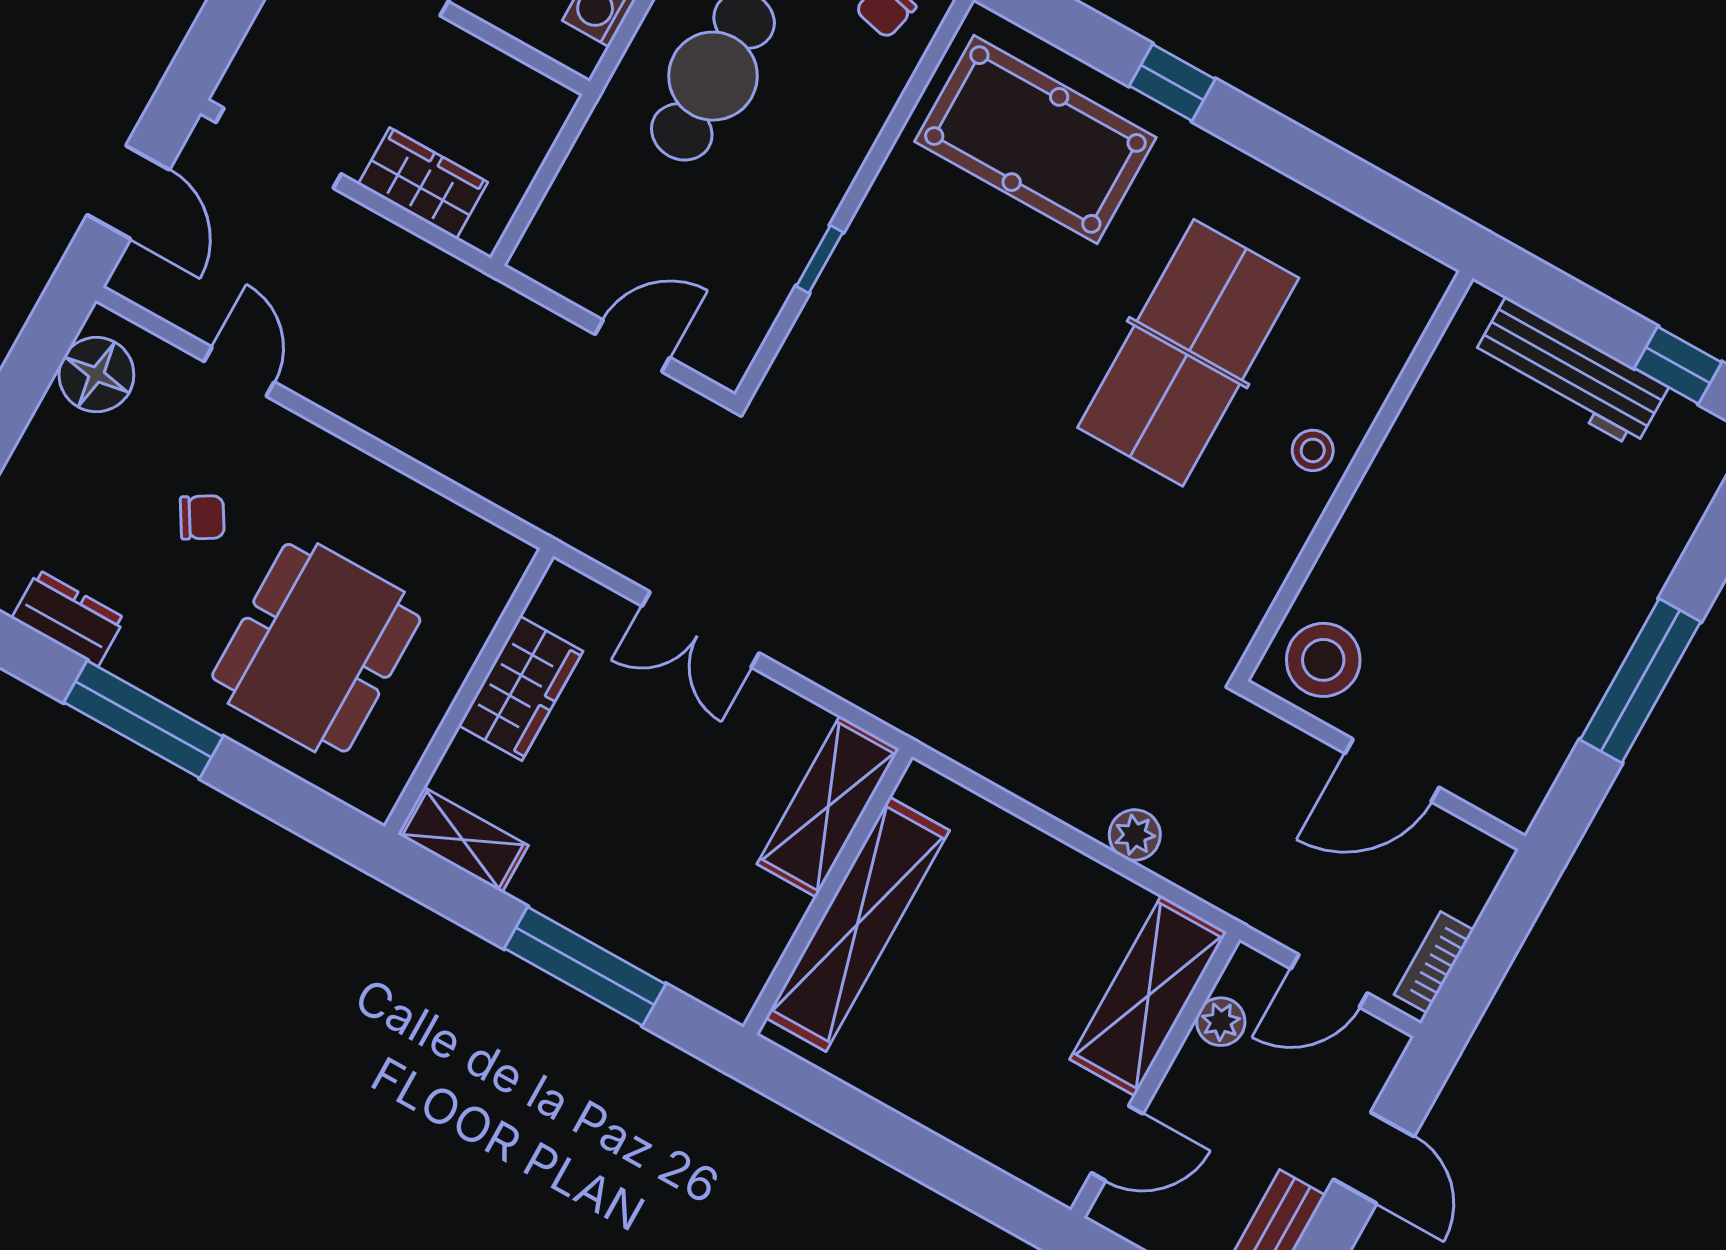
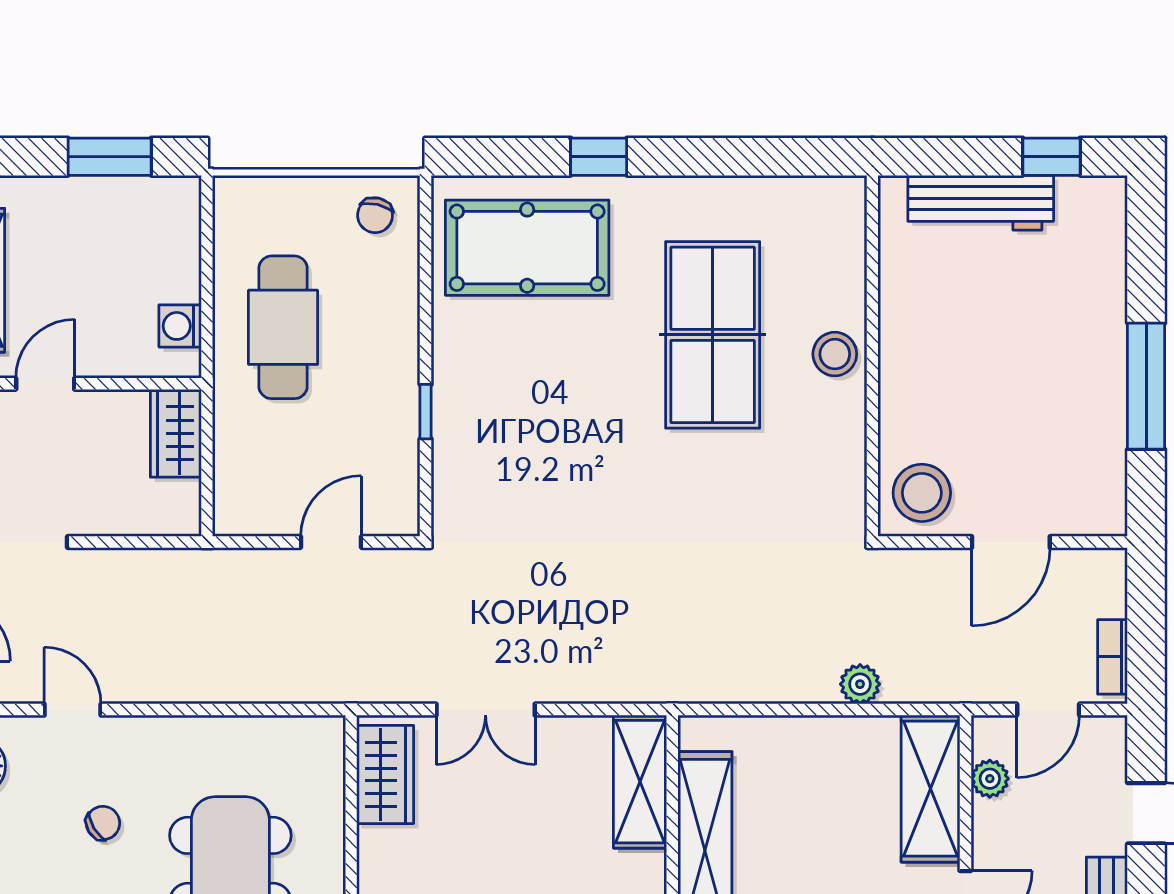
wardrobe: (423, 183) -> (176, 433), moved, turned -90
stool: (1313, 450) -> (835, 354), width x1.37, depth x1.37
wardrobe: (521, 688) -> (385, 775), moved

